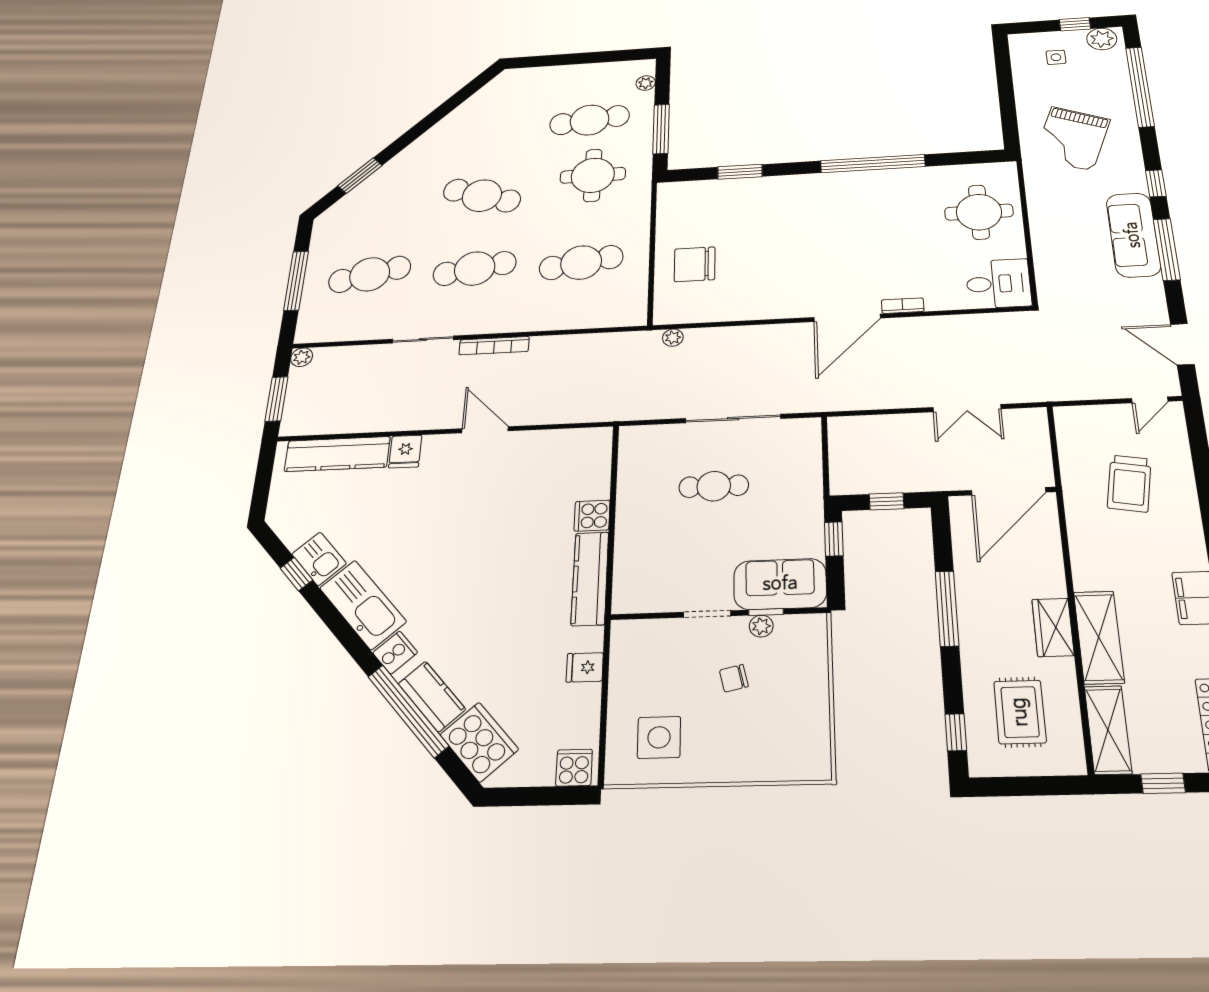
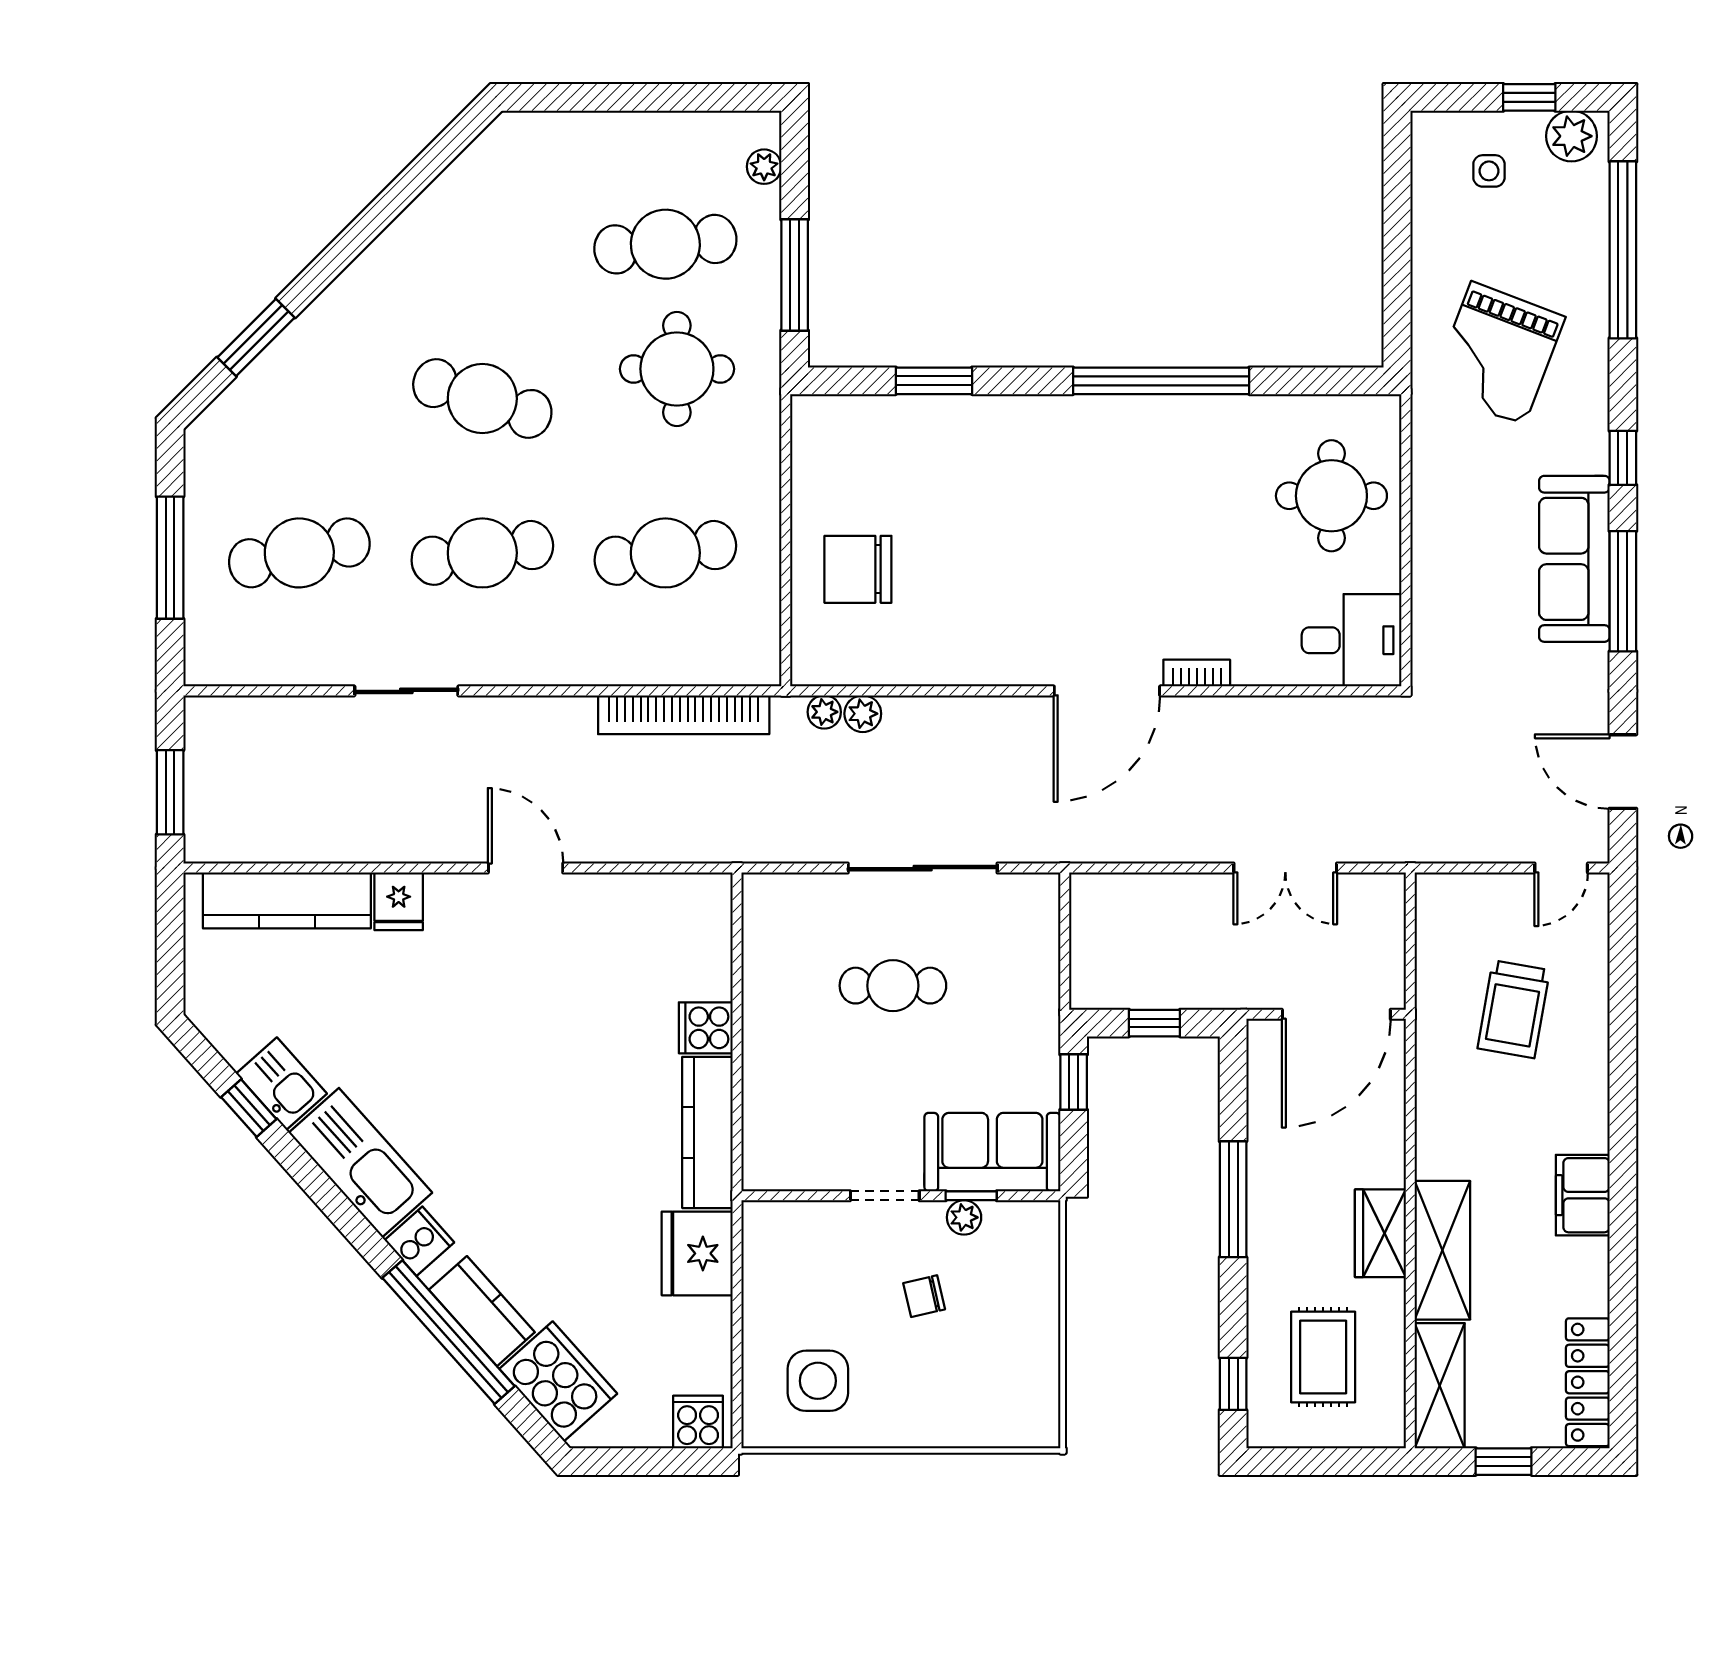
bookcase: (494, 346) -> (684, 715), moved, width x1.48, depth x1.31
plant: (302, 357) -> (863, 714), moved
fridge: (585, 667) -> (697, 1253), width x1.88, depth x1.34

